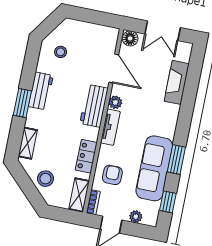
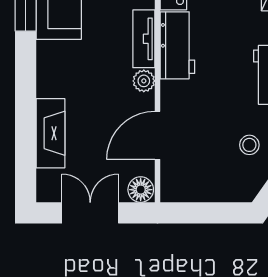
door: (114, 68) -> (157, 135), hinge flipped
workbench: (94, 106) -> (177, 45), moved

